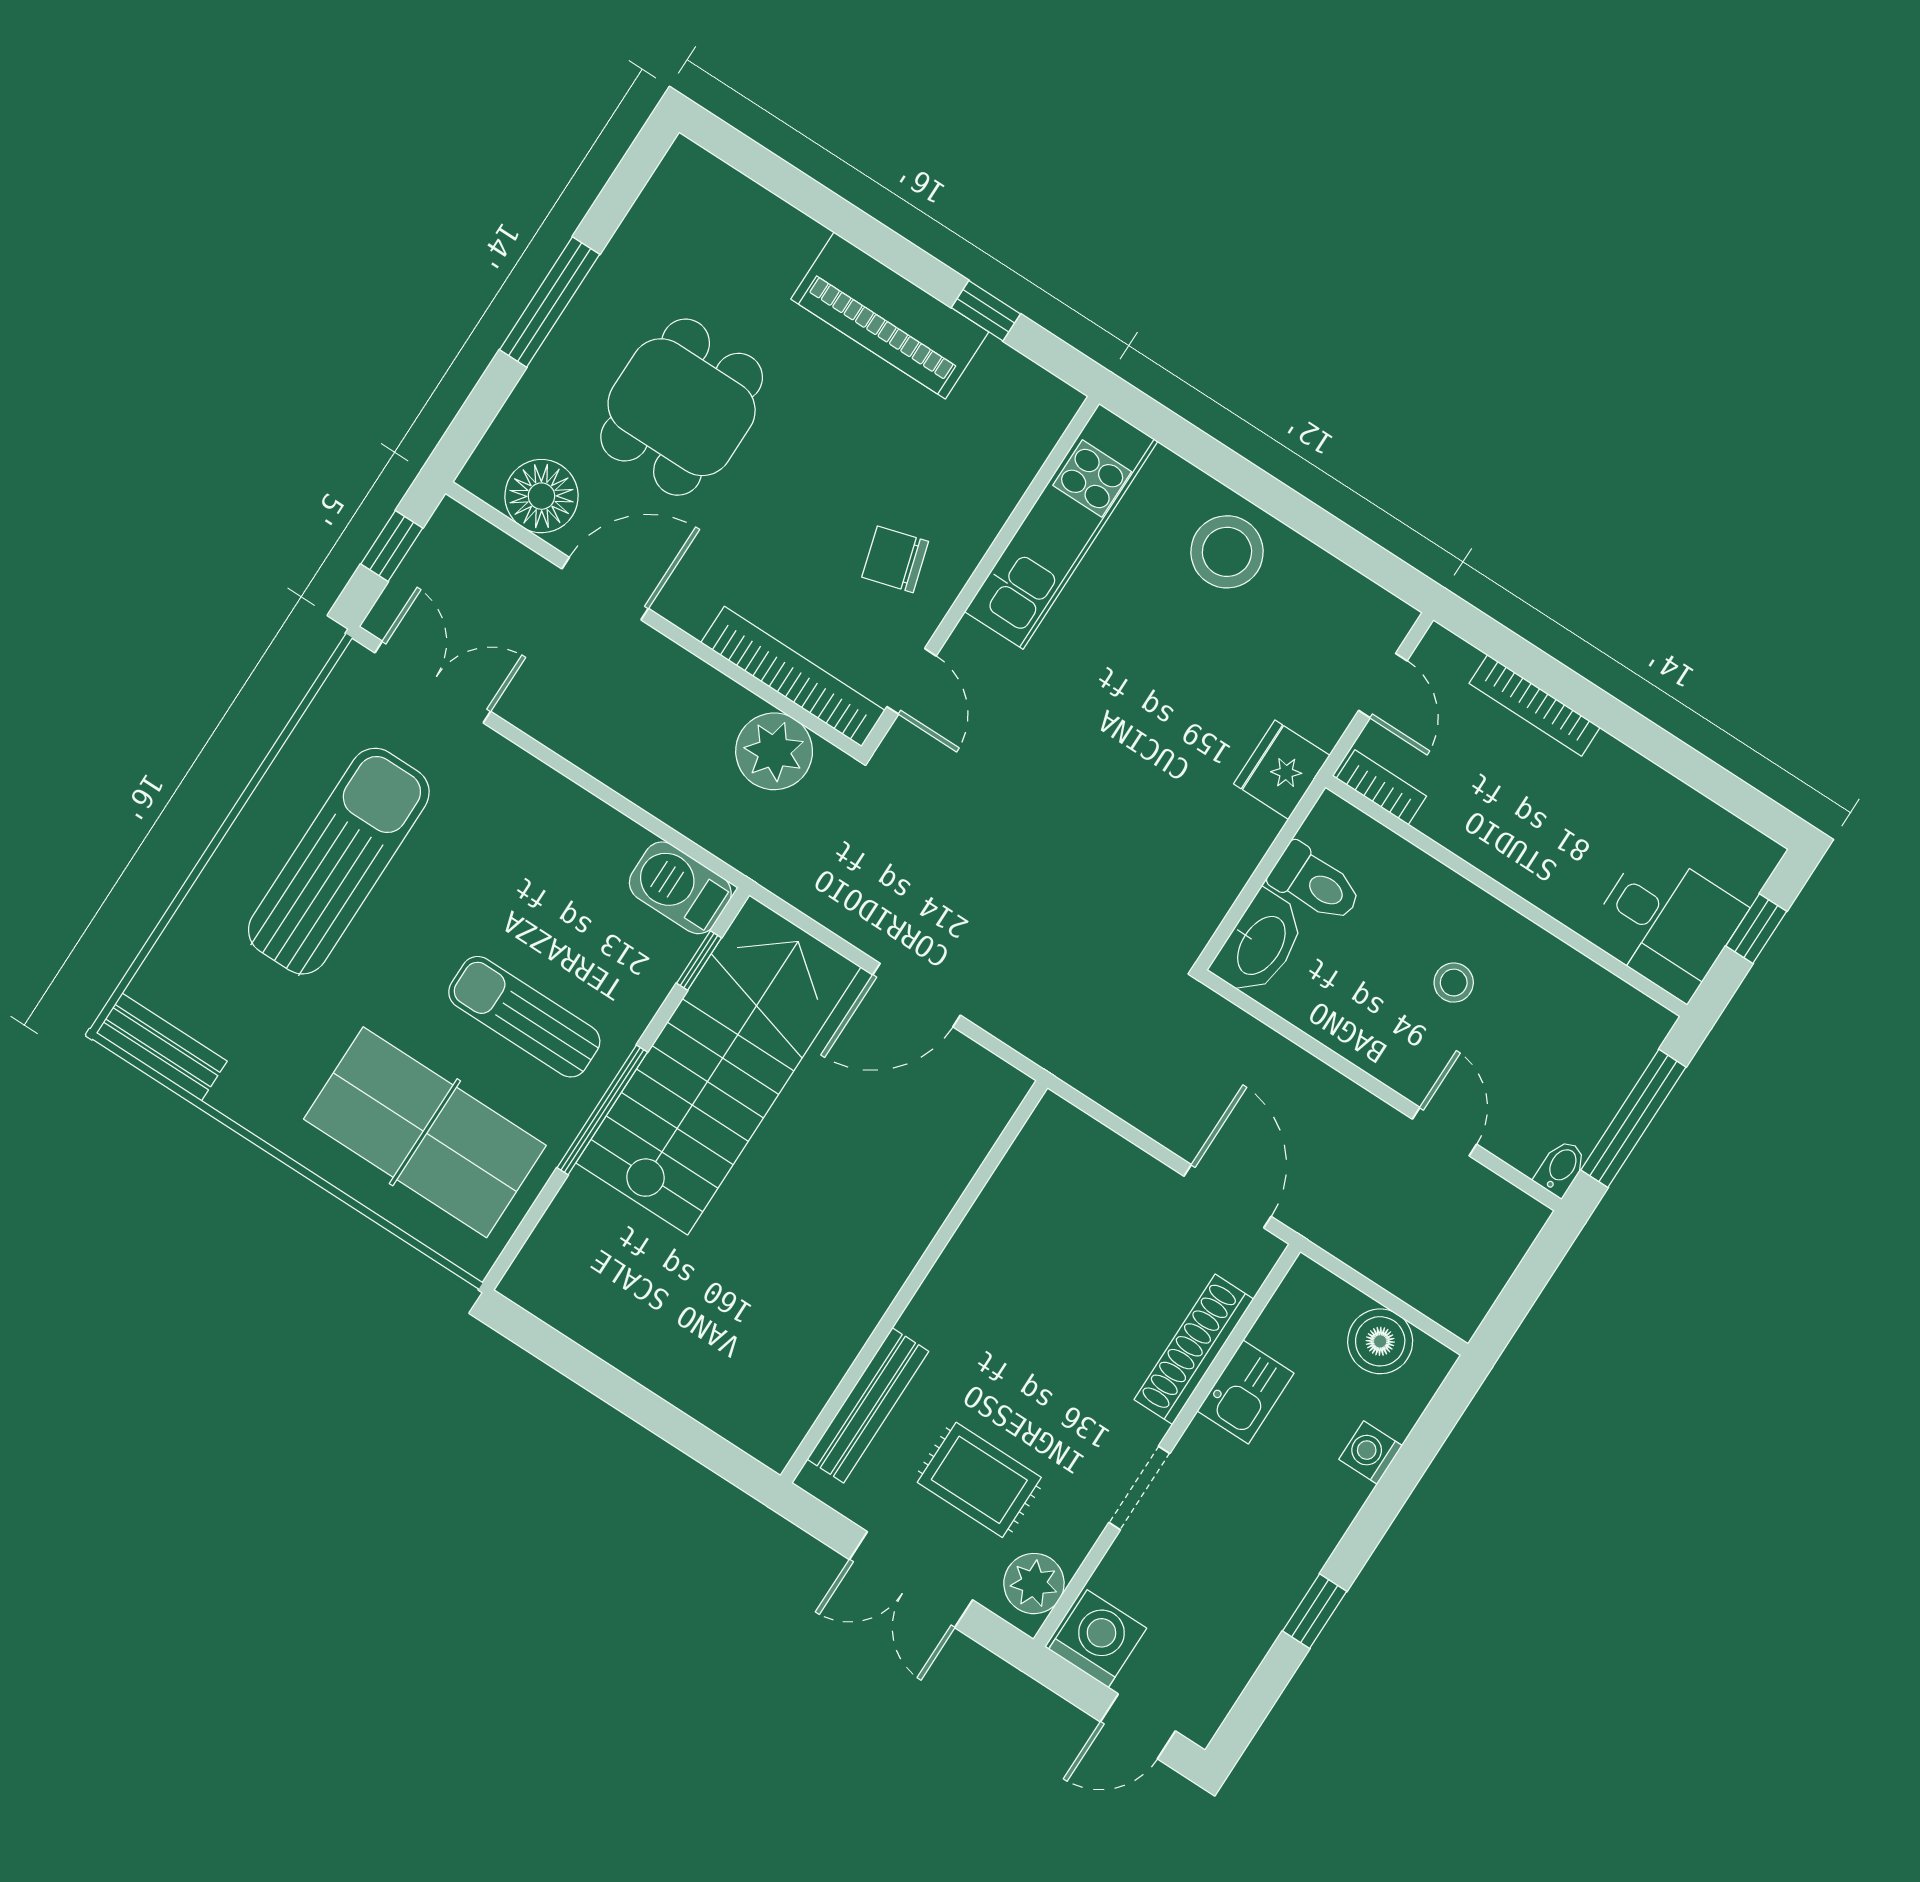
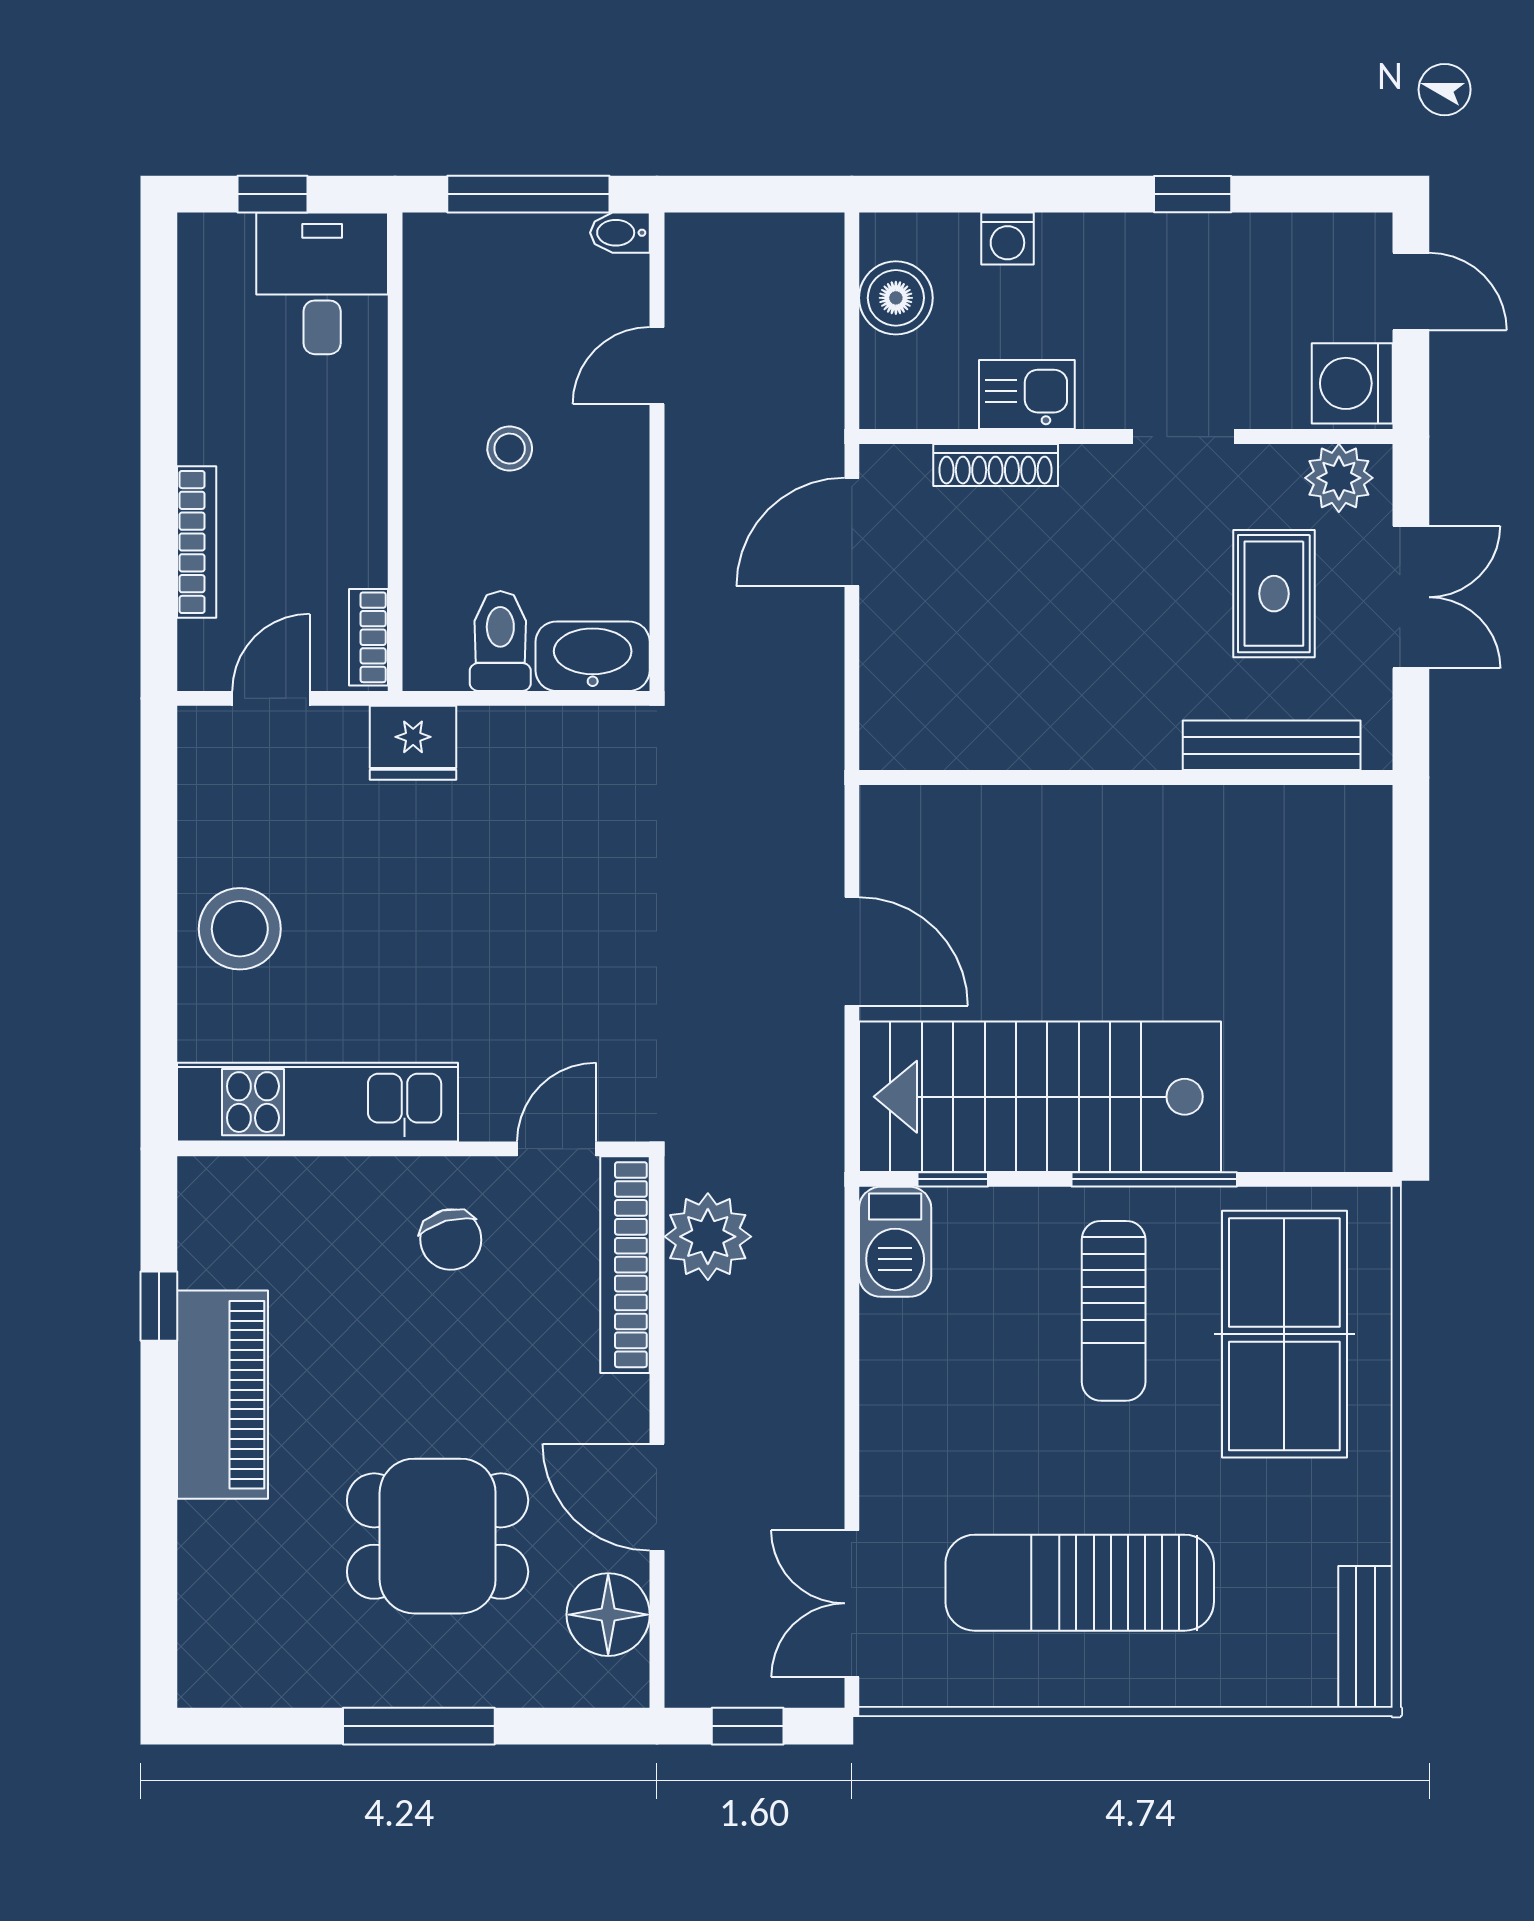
shoe rack: (1194, 1349) -> (996, 465), width x0.74, depth x0.81

